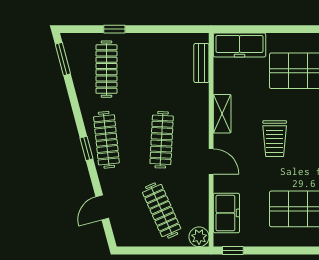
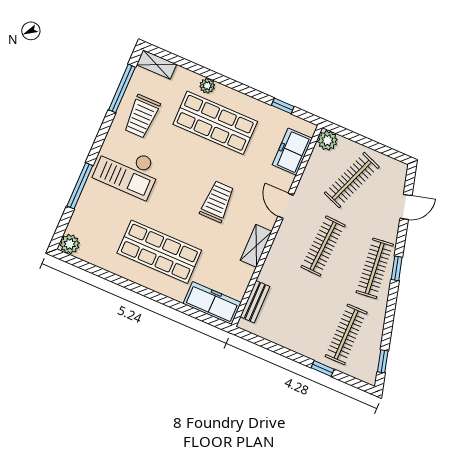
window: (63, 59) -> (383, 361), width x0.67
clothes rail: (162, 211) -> (352, 180), turned 45
window: (233, 251) -> (283, 106), moved

